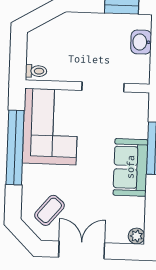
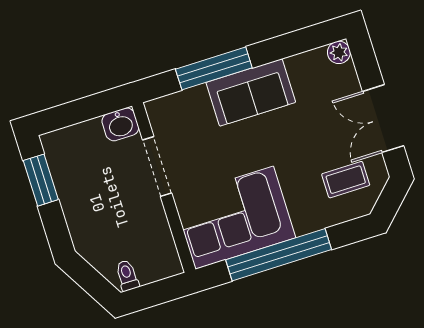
washbasin: (141, 42) -> (120, 124), moved
toilet: (36, 71) -> (127, 275), moved
coffee table: (49, 210) -> (346, 180), turned -40

